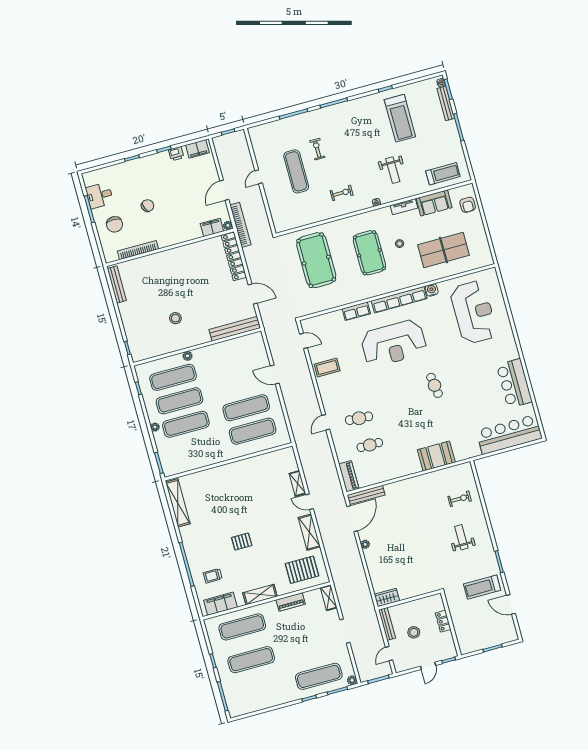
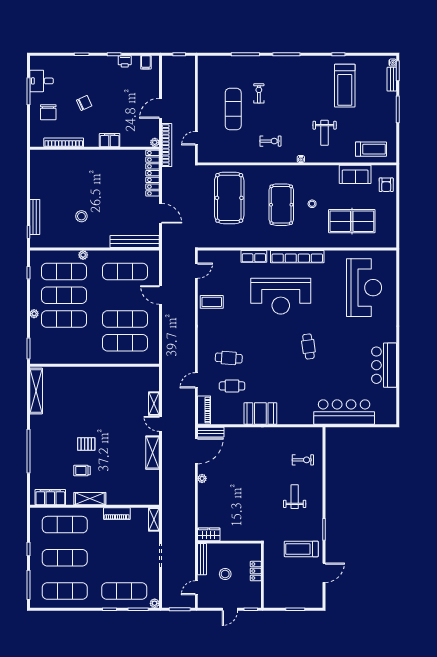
bench: (446, 103) -> (392, 79), width x0.73
filing cabinet: (197, 149) -> (146, 62), width x0.50
door: (259, 177) -> (196, 138), moved
tv unit: (404, 207) -> (326, 170), removed
filing cabinet: (212, 227) -> (110, 140), moved
bench: (117, 284) -> (35, 217), moved
water cooler: (432, 290) -> (330, 256), removed
door: (303, 341) -> (196, 271), hinge flipped
exercise mat: (233, 361) -> (125, 271), added
door: (326, 422) -> (196, 380), moved
bar counter: (509, 434) -> (344, 412), moved
booth: (436, 456) -> (260, 413), moved
bench: (366, 495) -> (211, 432), width x0.73
pallet: (302, 570) -> (136, 486), removed
trolley: (213, 576) -> (82, 470), moved
door: (511, 604) -> (324, 573), swing flipped
exercise mat: (260, 692) -> (65, 591), added

